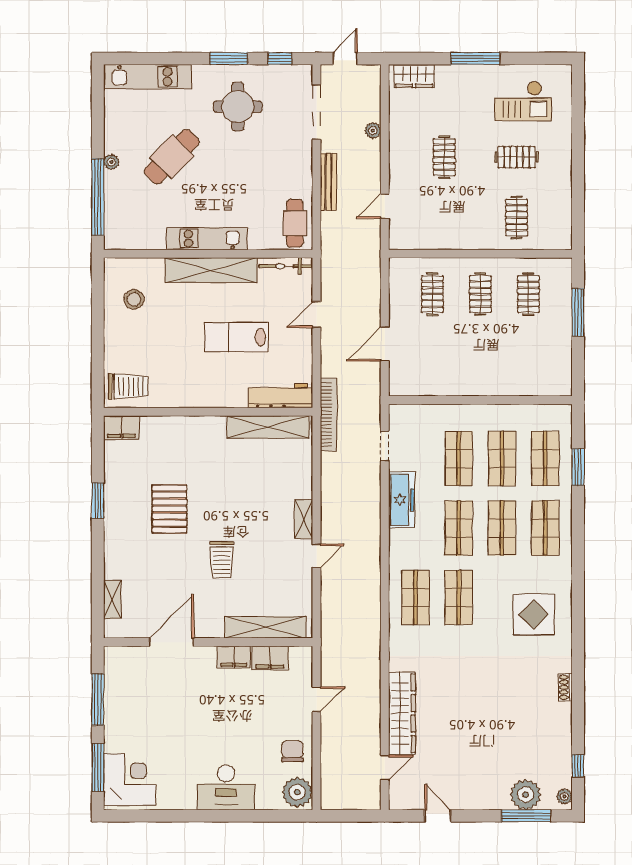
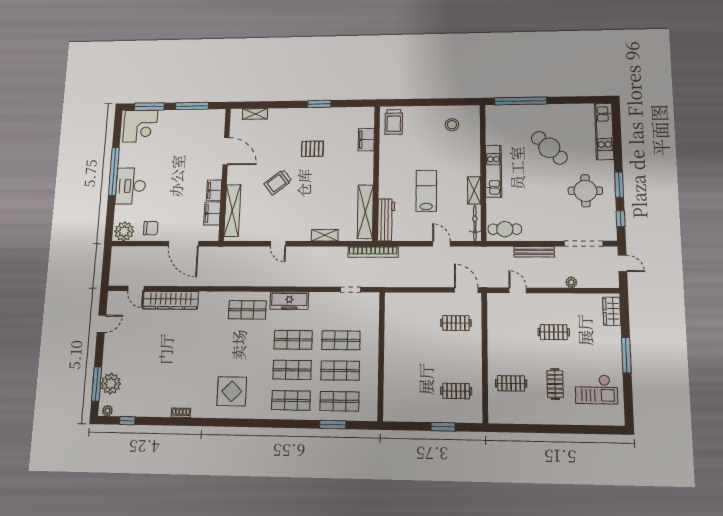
checkout: (523, 101) -> (596, 389), turned -90
plant: (111, 162) -> (545, 109), removed
shelving: (211, 270) -> (474, 190), width x0.45, depth x0.75
clothes rail: (480, 294) -> (456, 357), removed
window: (578, 312) -> (443, 427), width x0.69
door: (385, 344) -> (466, 290), moved
filing cabinet: (121, 428) -> (366, 140), moved
freezer: (402, 500) -> (289, 301), moved
pallet: (170, 509) -> (312, 149), width x0.67, depth x0.71
shelving: (304, 519) -> (325, 235), moved
trolley: (222, 560) -> (278, 182), turned -38
shop shelf: (459, 597) -> (246, 339), removed
door: (316, 699) -> (183, 244), width x1.88
window: (203, 816) -> (114, 171), added

